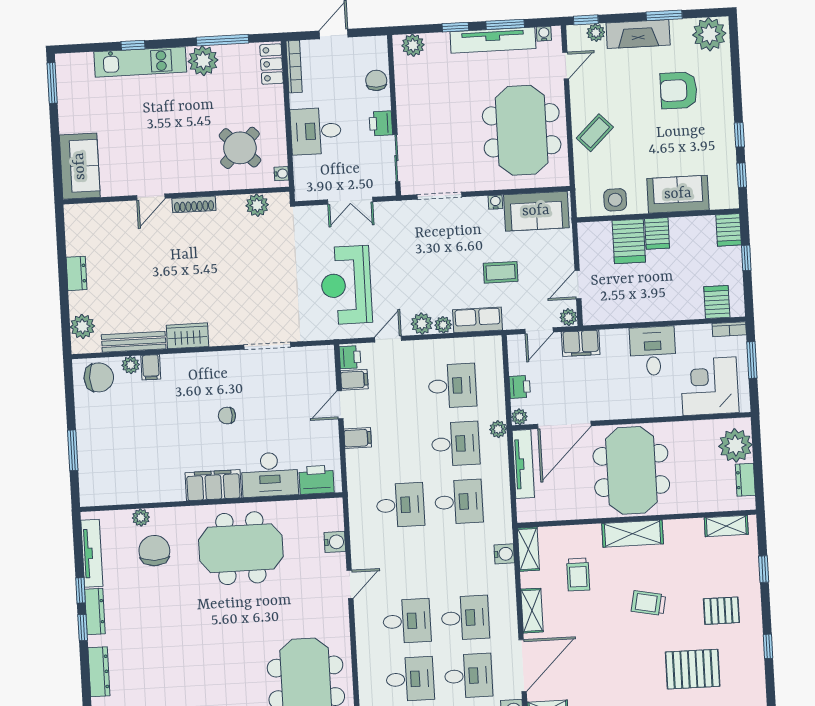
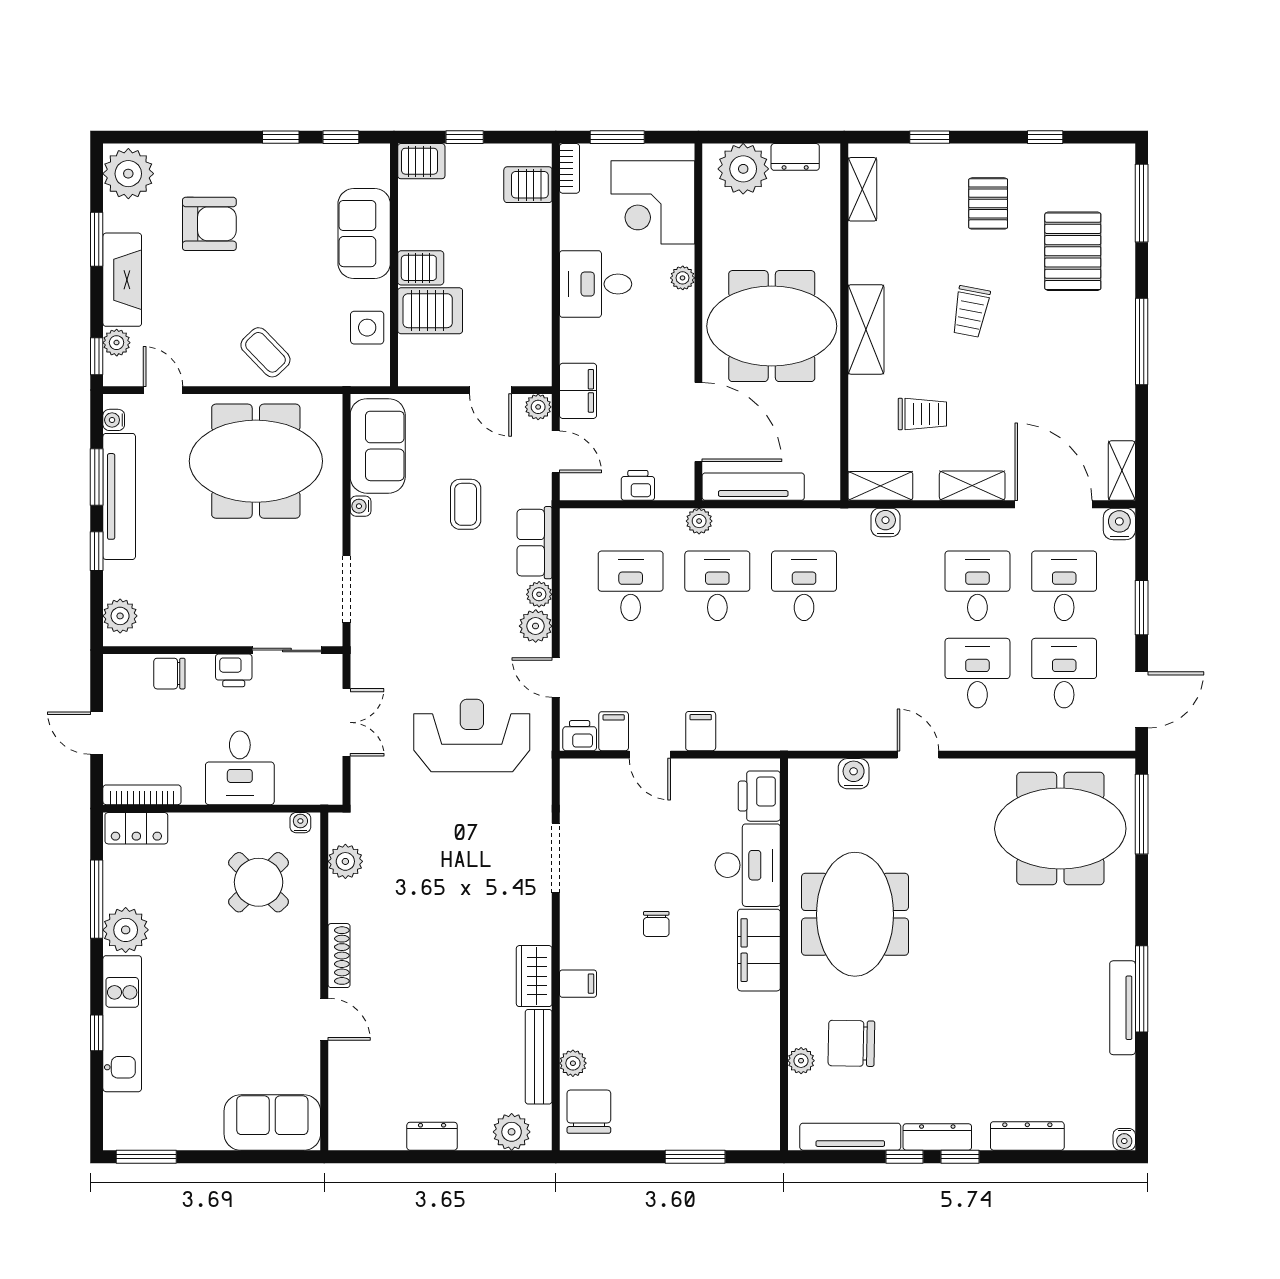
armchair: (679, 90) -> (209, 224), turned -90
reception desk: (346, 285) -> (472, 735), turned 180
filing cabinet: (151, 367) -> (578, 984), moved
plant: (519, 417) -> (683, 278), moved
desk: (400, 505) -> (804, 673), removed

